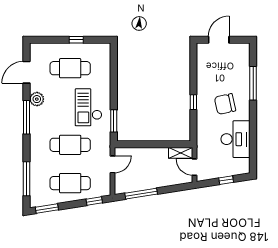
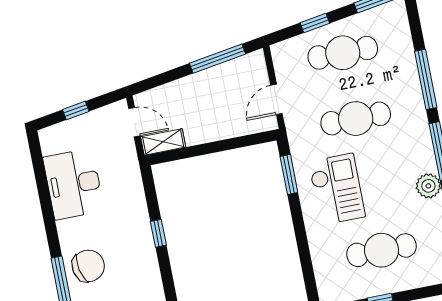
chair: (225, 104) -> (88, 266), moved
window: (27, 179) -> (426, 79), moved
window: (94, 201) -> (315, 23), moved

